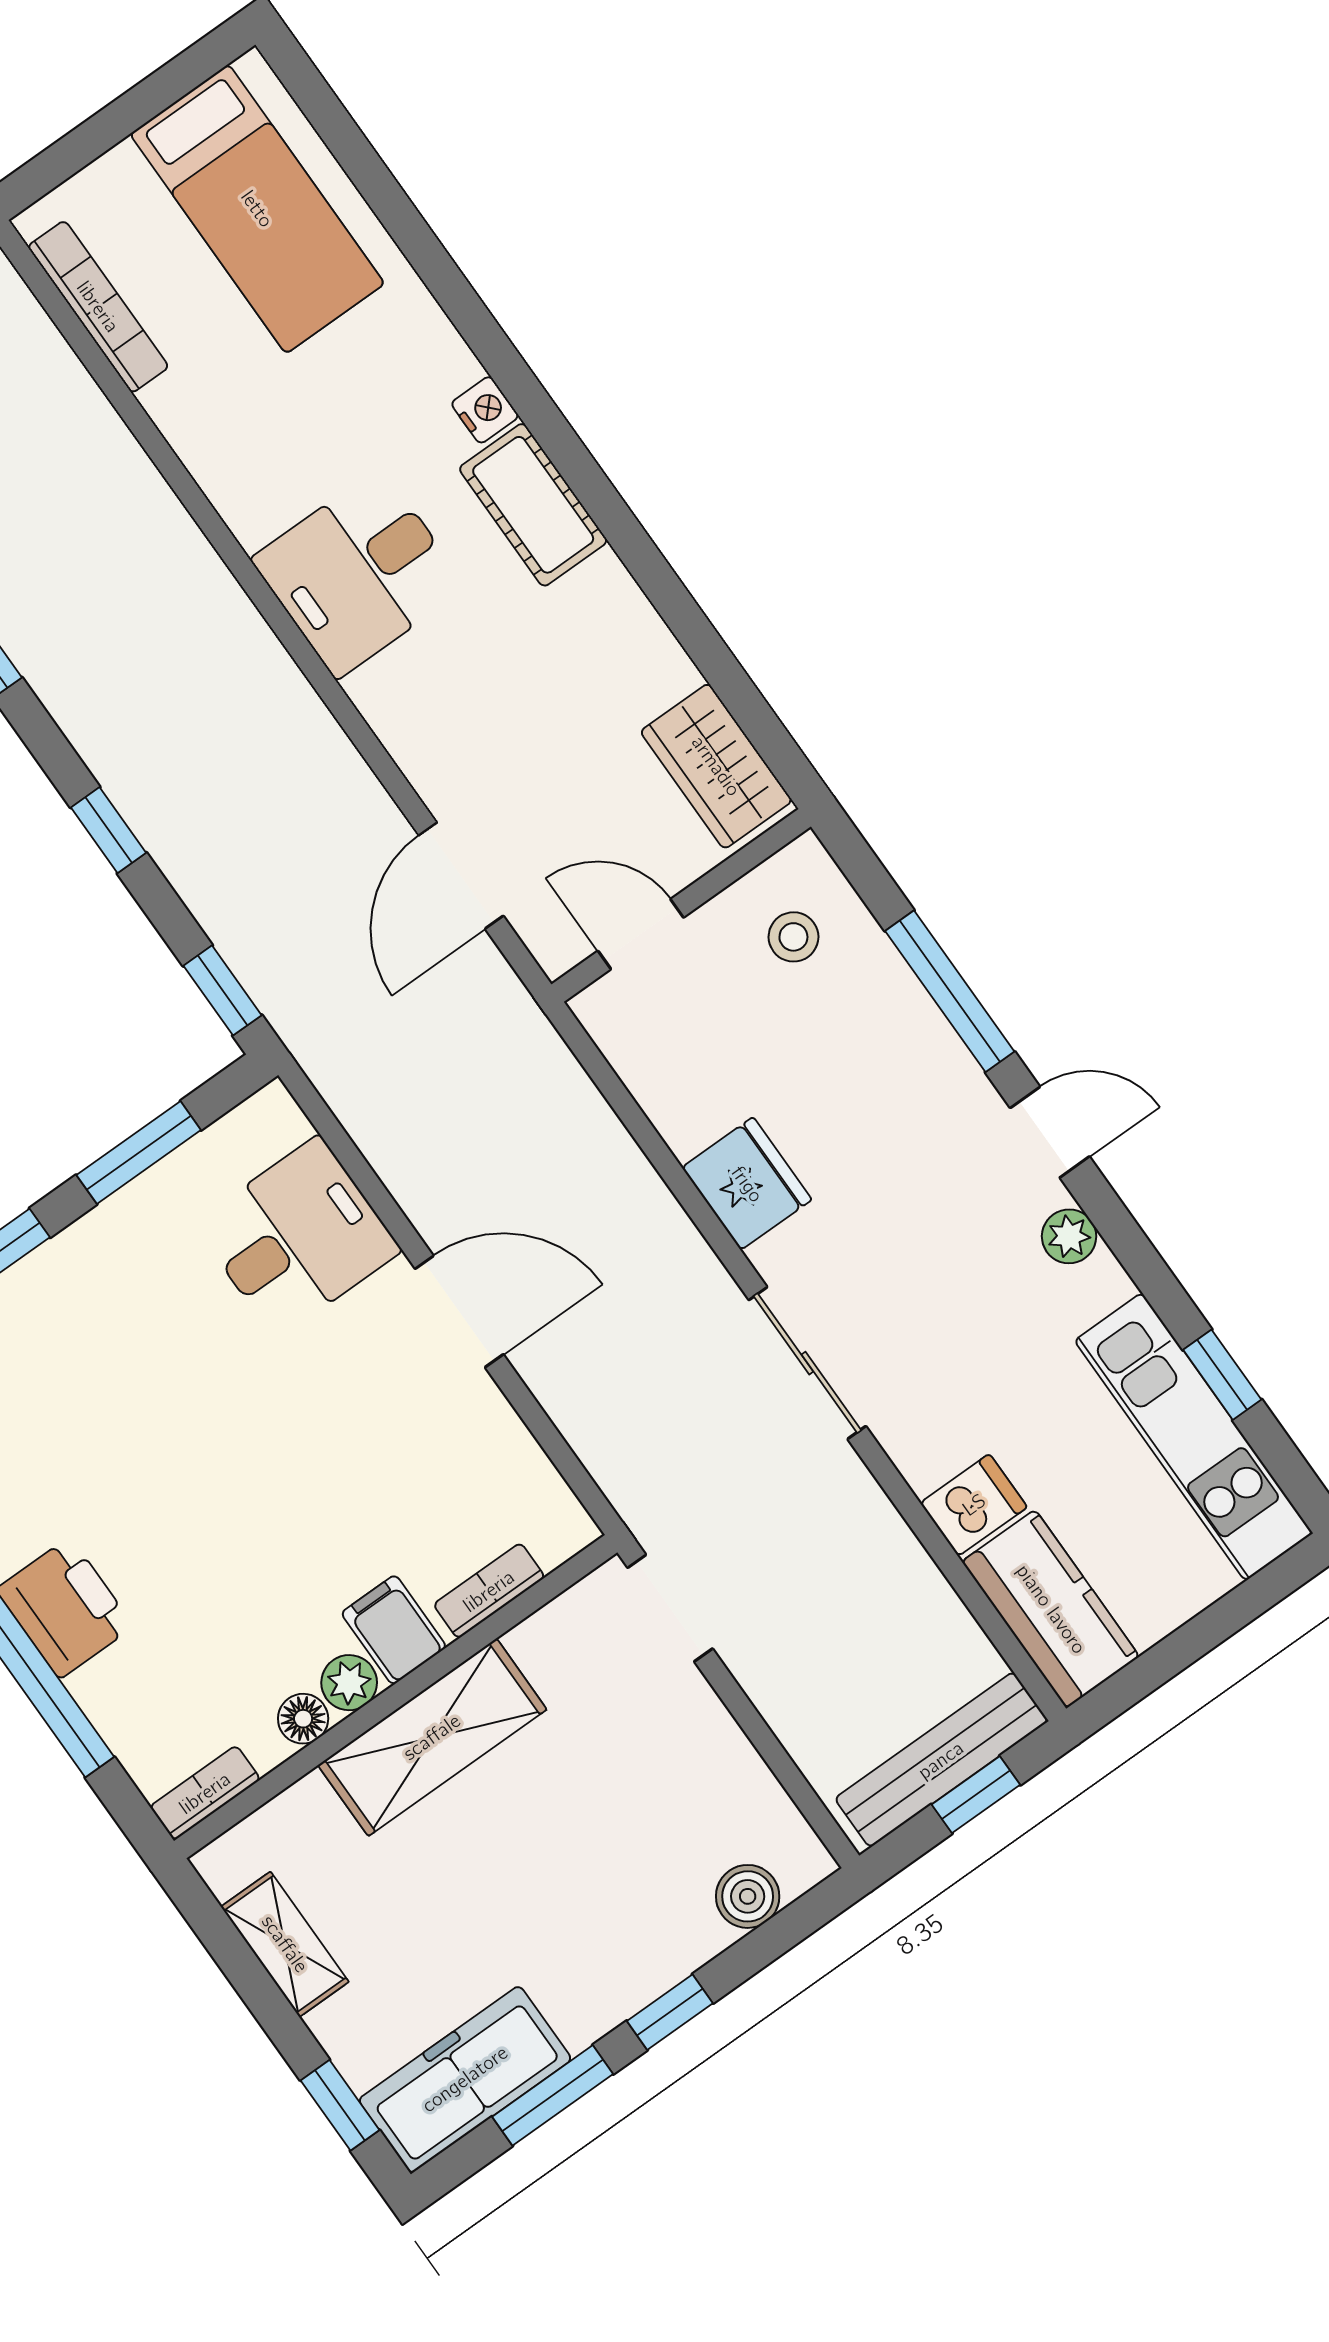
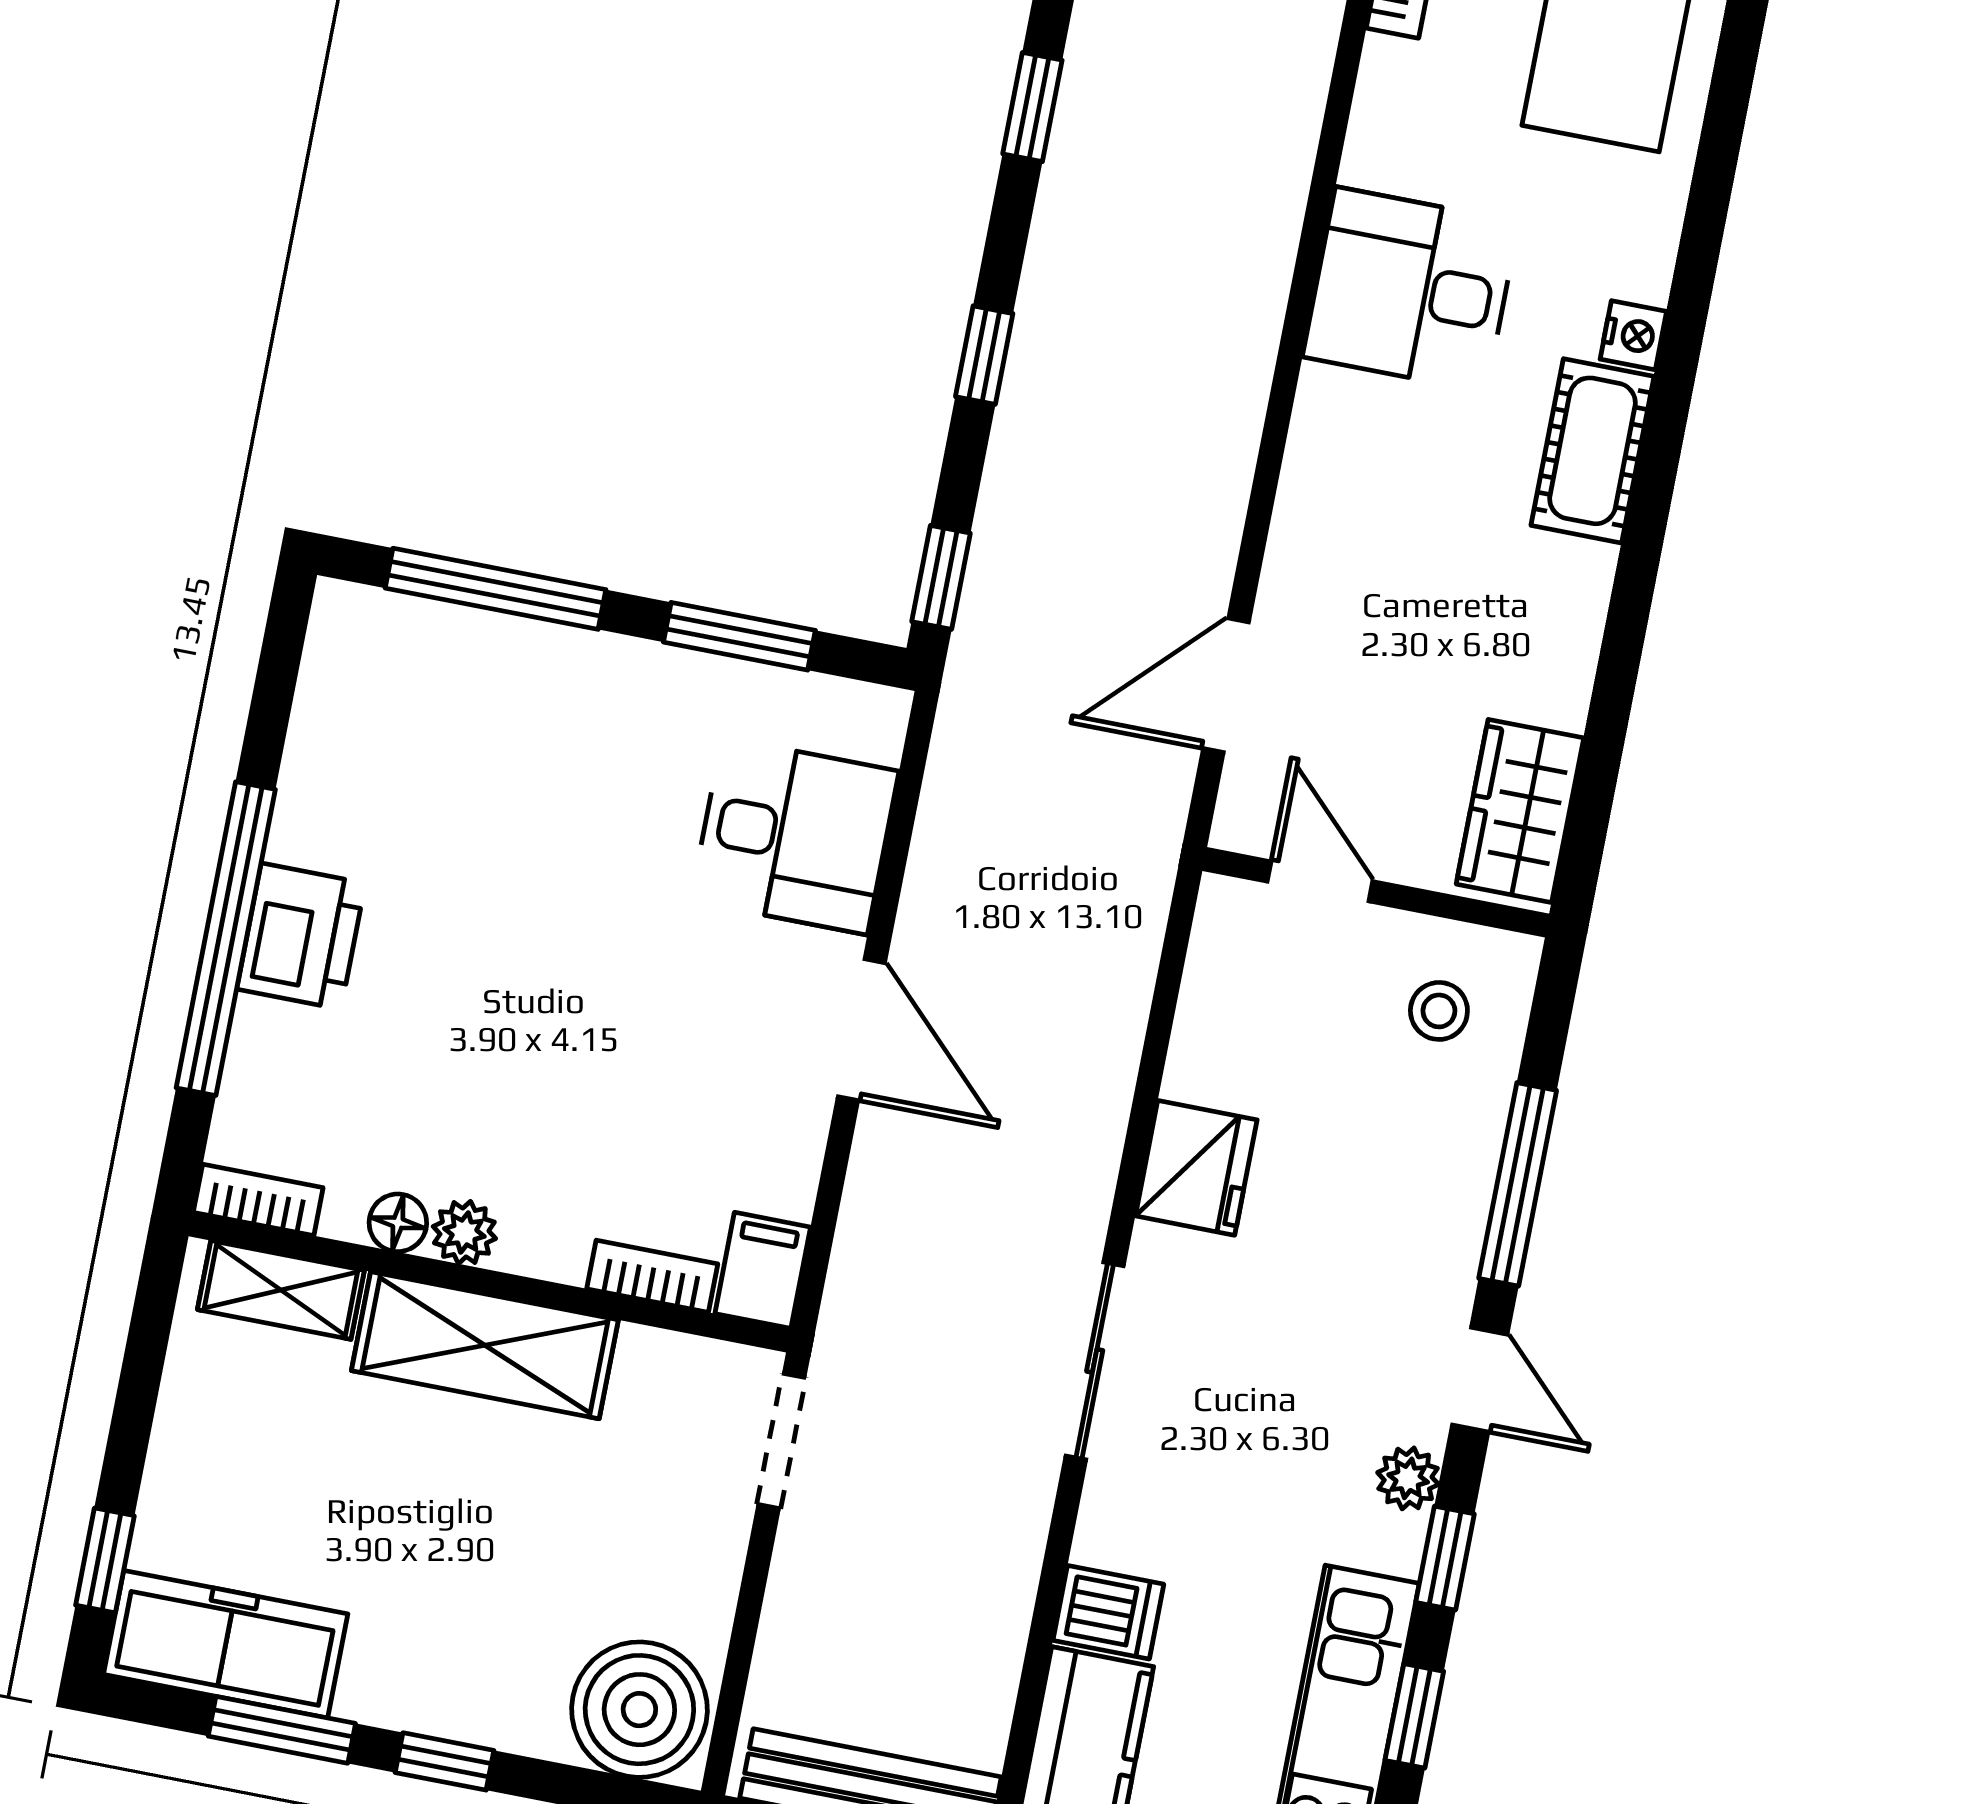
desk: (359, 573) -> (1411, 290), moved
window: (1141, 1261) -> (1445, 1558), added
filing cabinet: (394, 1630) -> (763, 1270), moved
boiler: (748, 1896) -> (639, 1710), width x1.86, depth x1.86
shelving: (285, 1944) -> (281, 1290), moved, turned 90

